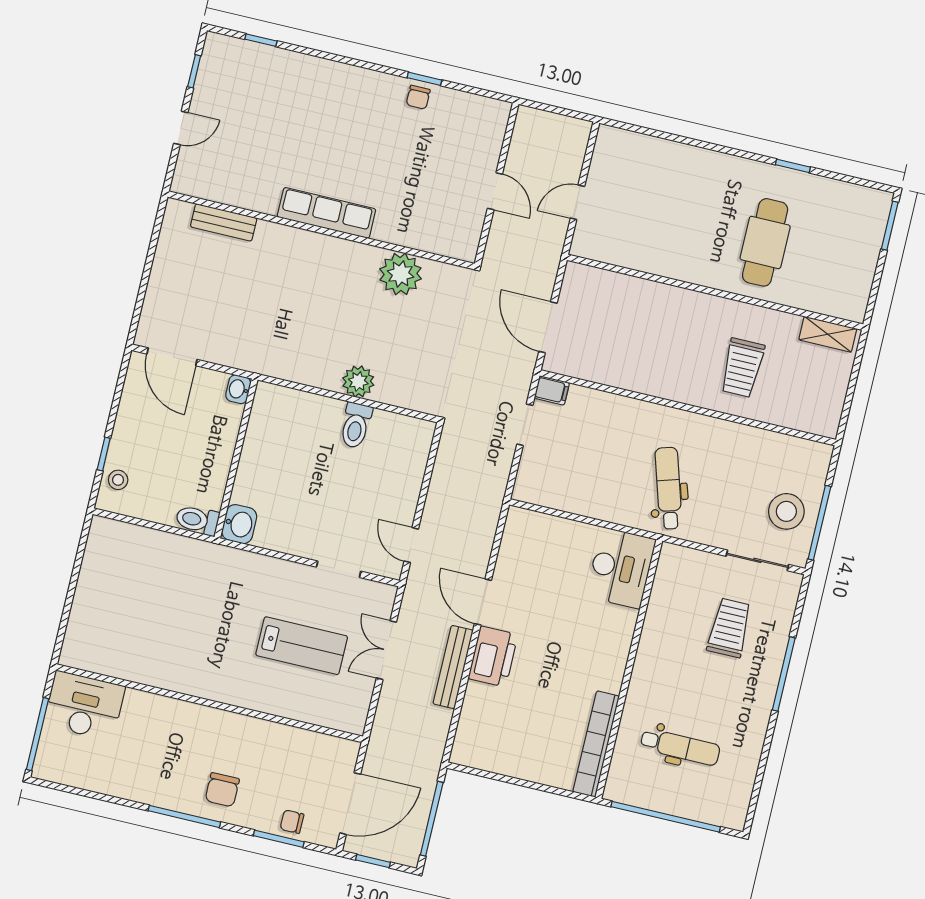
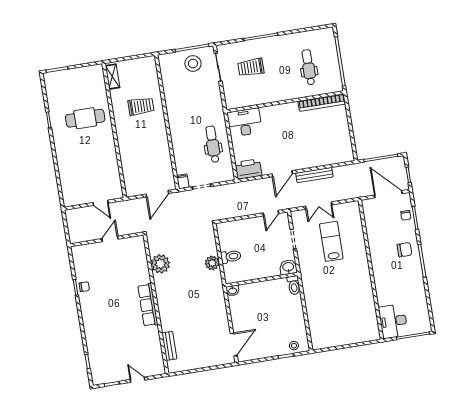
washbasin: (238, 389) -> (233, 291), moved
wall: (236, 458) -> (262, 280), moved
dental chair: (669, 488) -> (213, 144), moved, turned 107
toilet: (197, 520) -> (294, 285), moved
washbasin: (239, 524) -> (288, 267), moved
printer: (493, 656) -> (249, 169), moved

